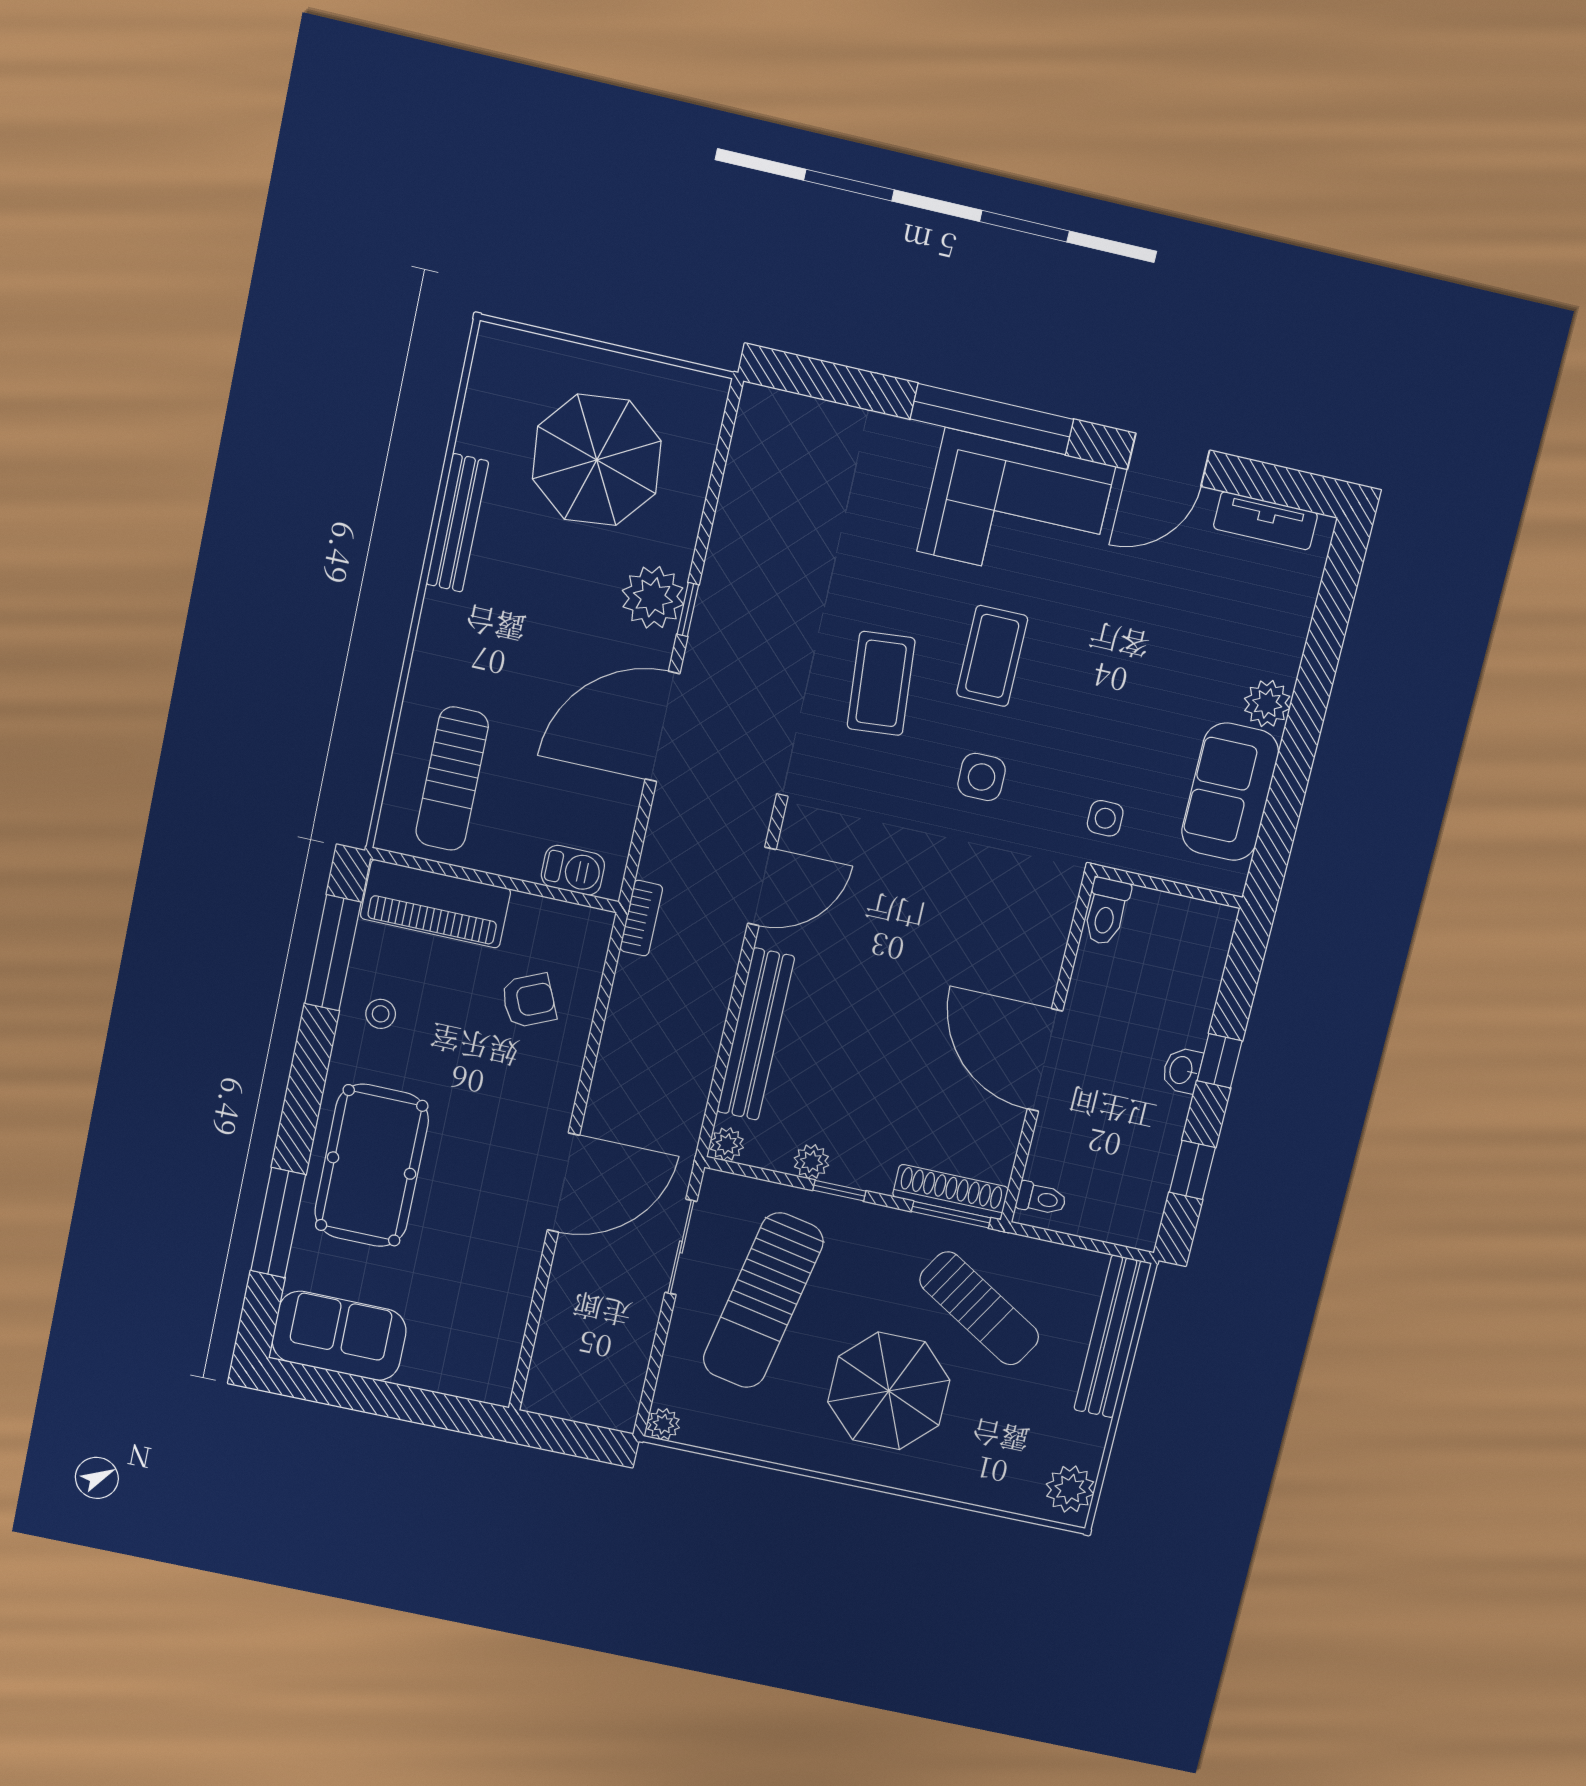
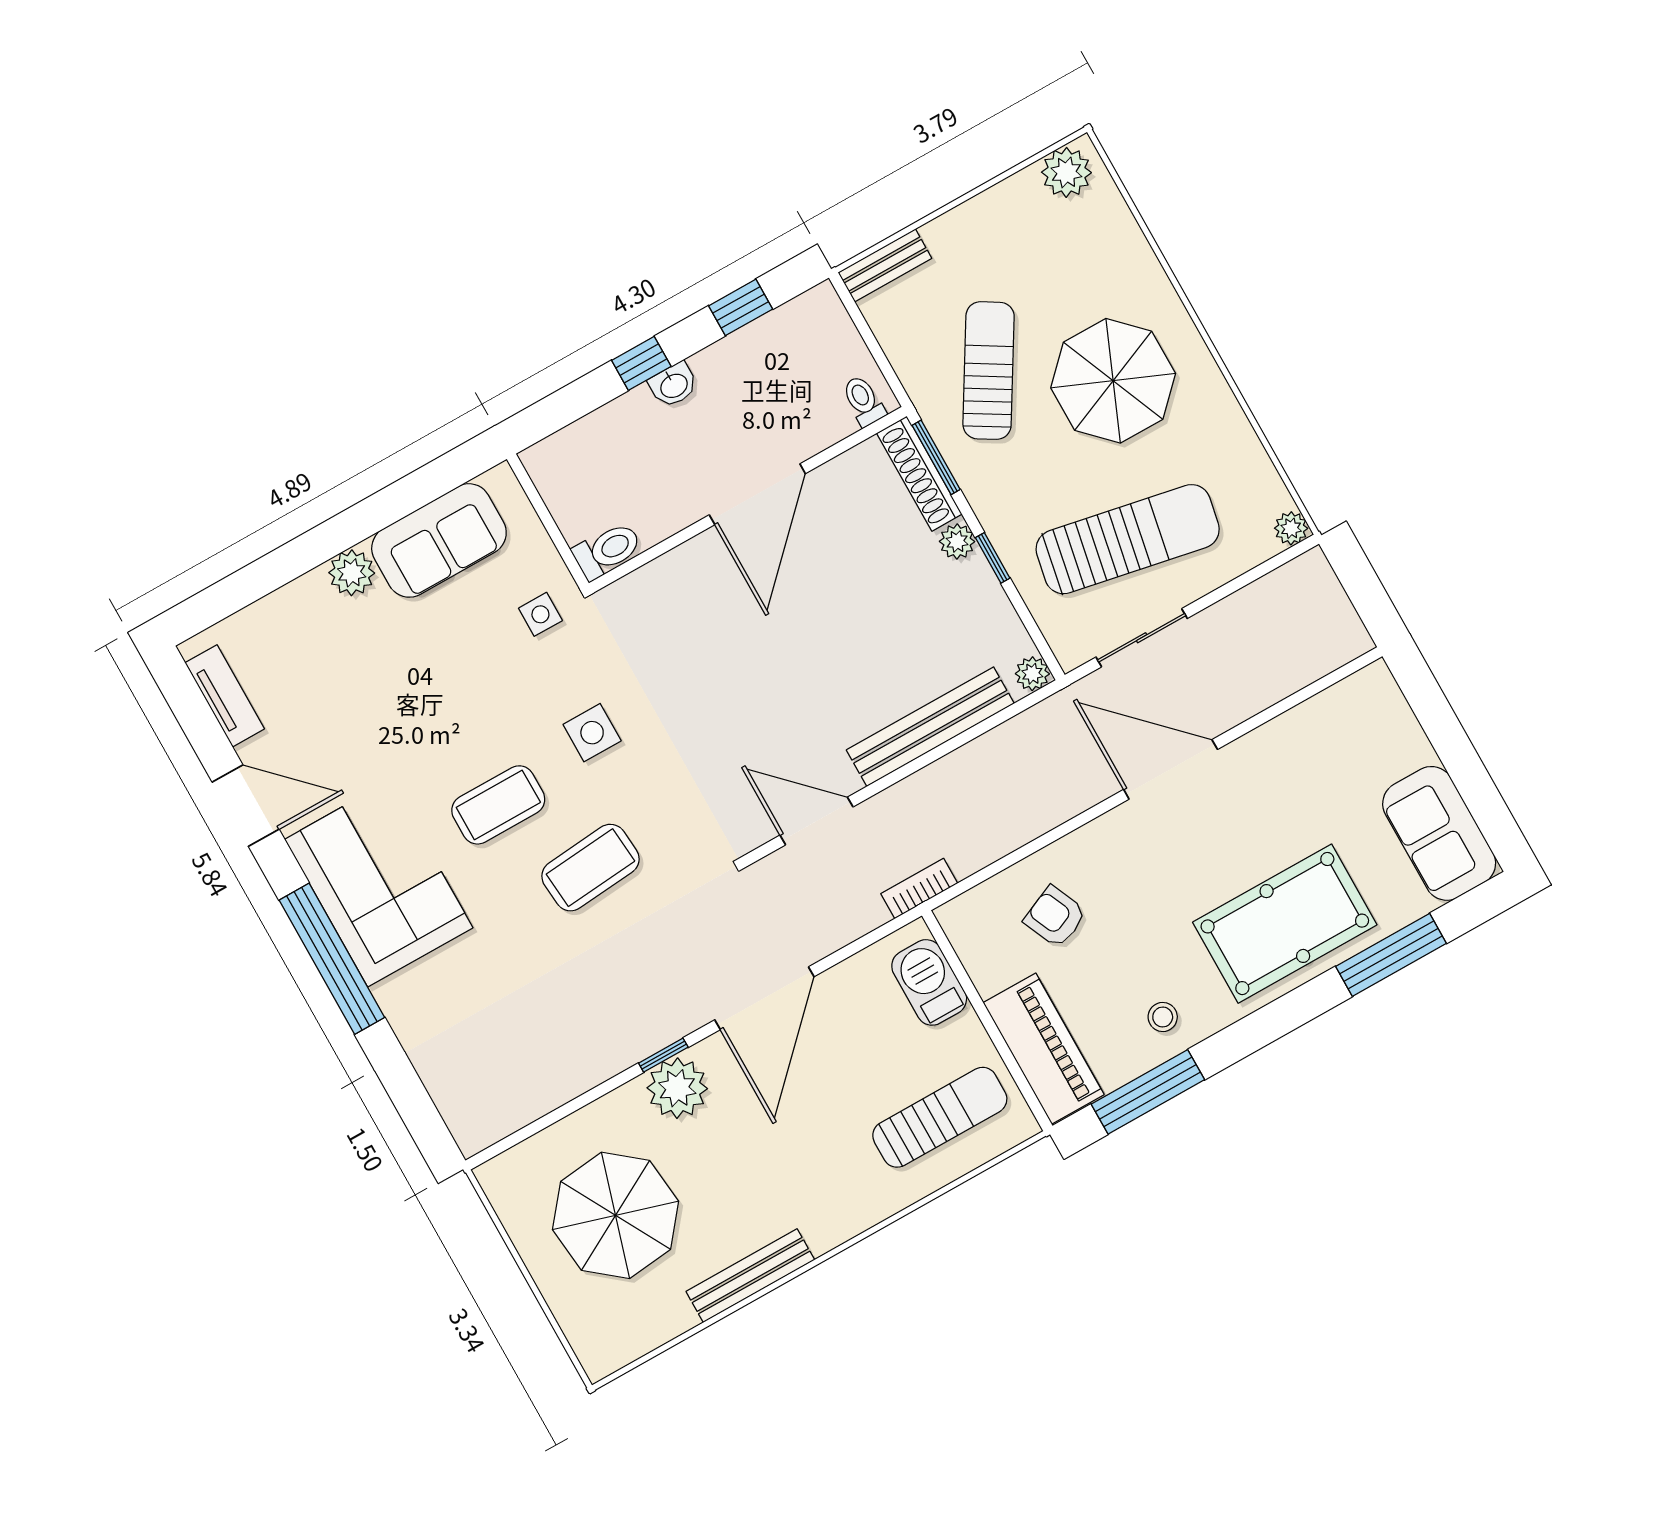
door: (662, 726) -> (764, 998), hinge flipped
barbecue: (573, 870) -> (929, 982), width x1.38, depth x1.27
plant: (811, 1162) -> (957, 541), moved
bench: (1112, 1336) -> (885, 265), width x0.54, depth x0.82

